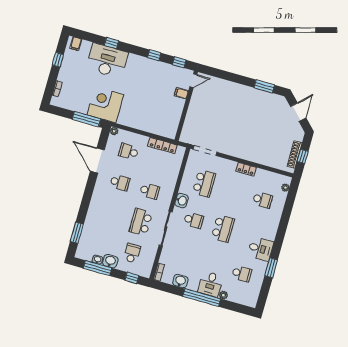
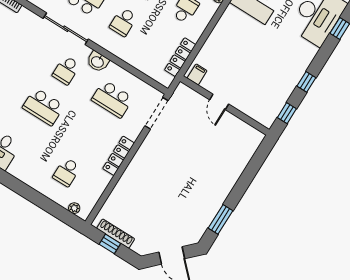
door: (193, 81) -> (219, 102), moved
filing cabinet: (181, 93) -> (197, 74), moved
locker: (246, 169) -> (119, 156), width x1.53

